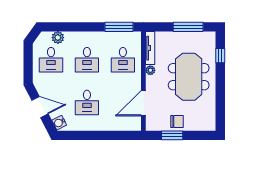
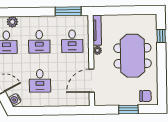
window: (188, 27) -> (131, 10), removed
chair: (177, 121) -> (145, 96), moved
window: (172, 135) -> (128, 109), moved

